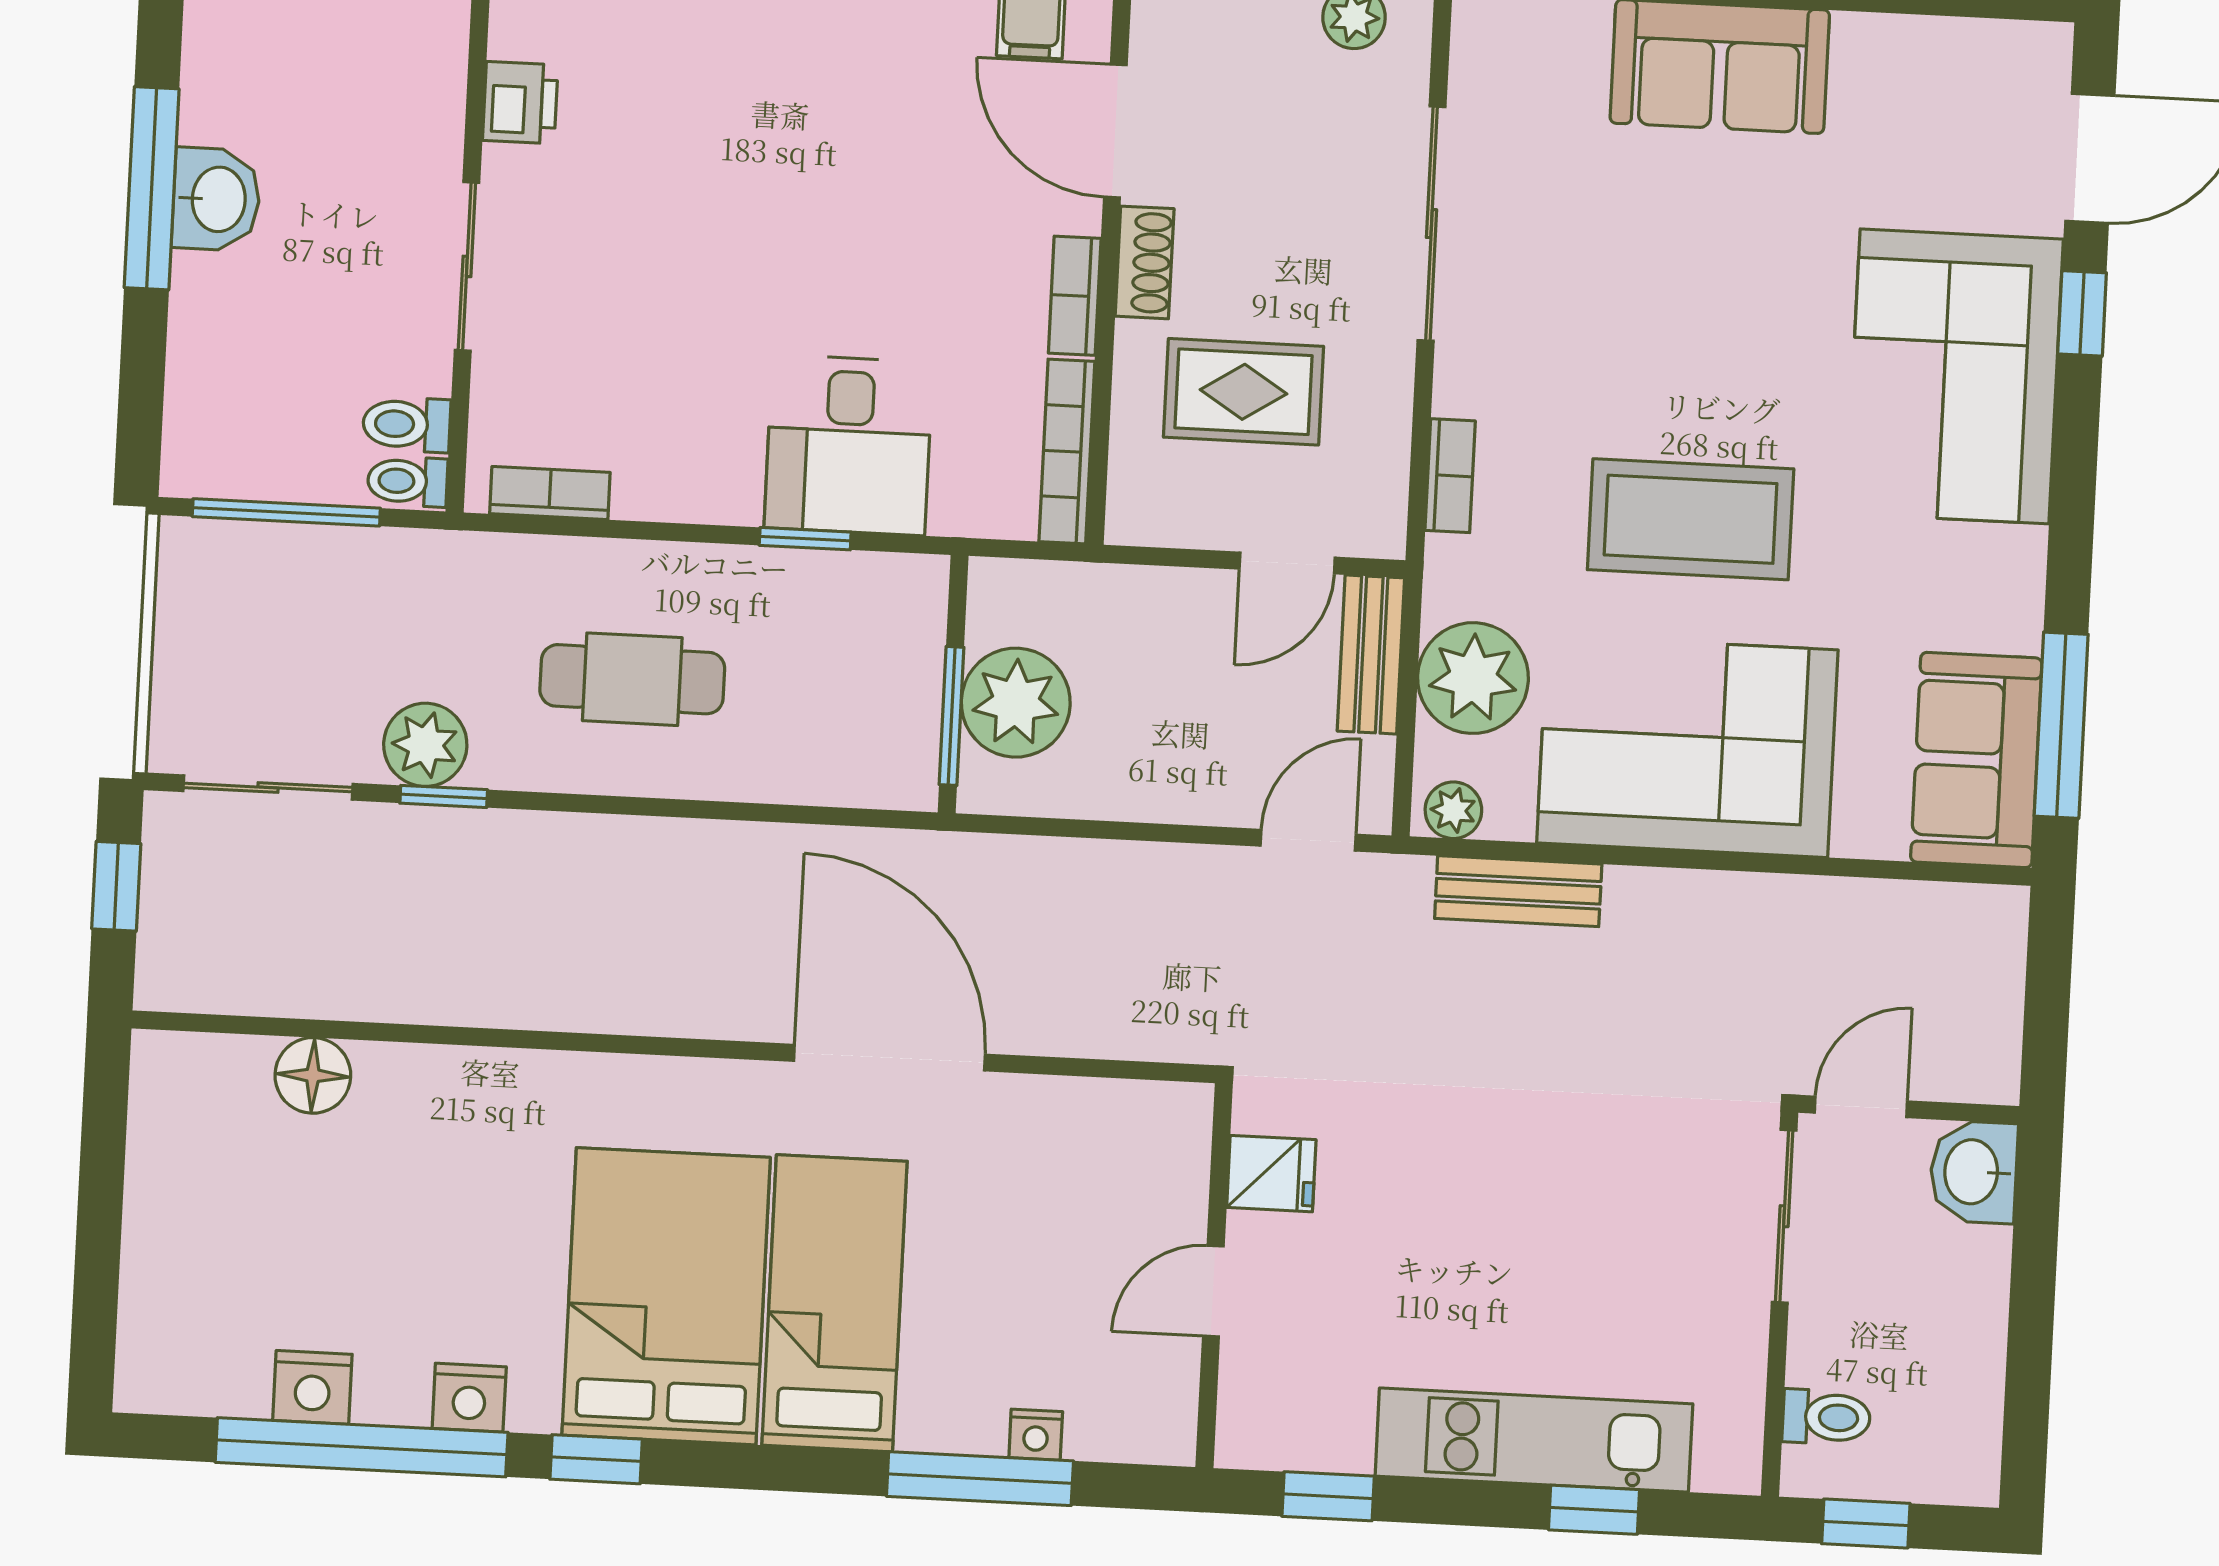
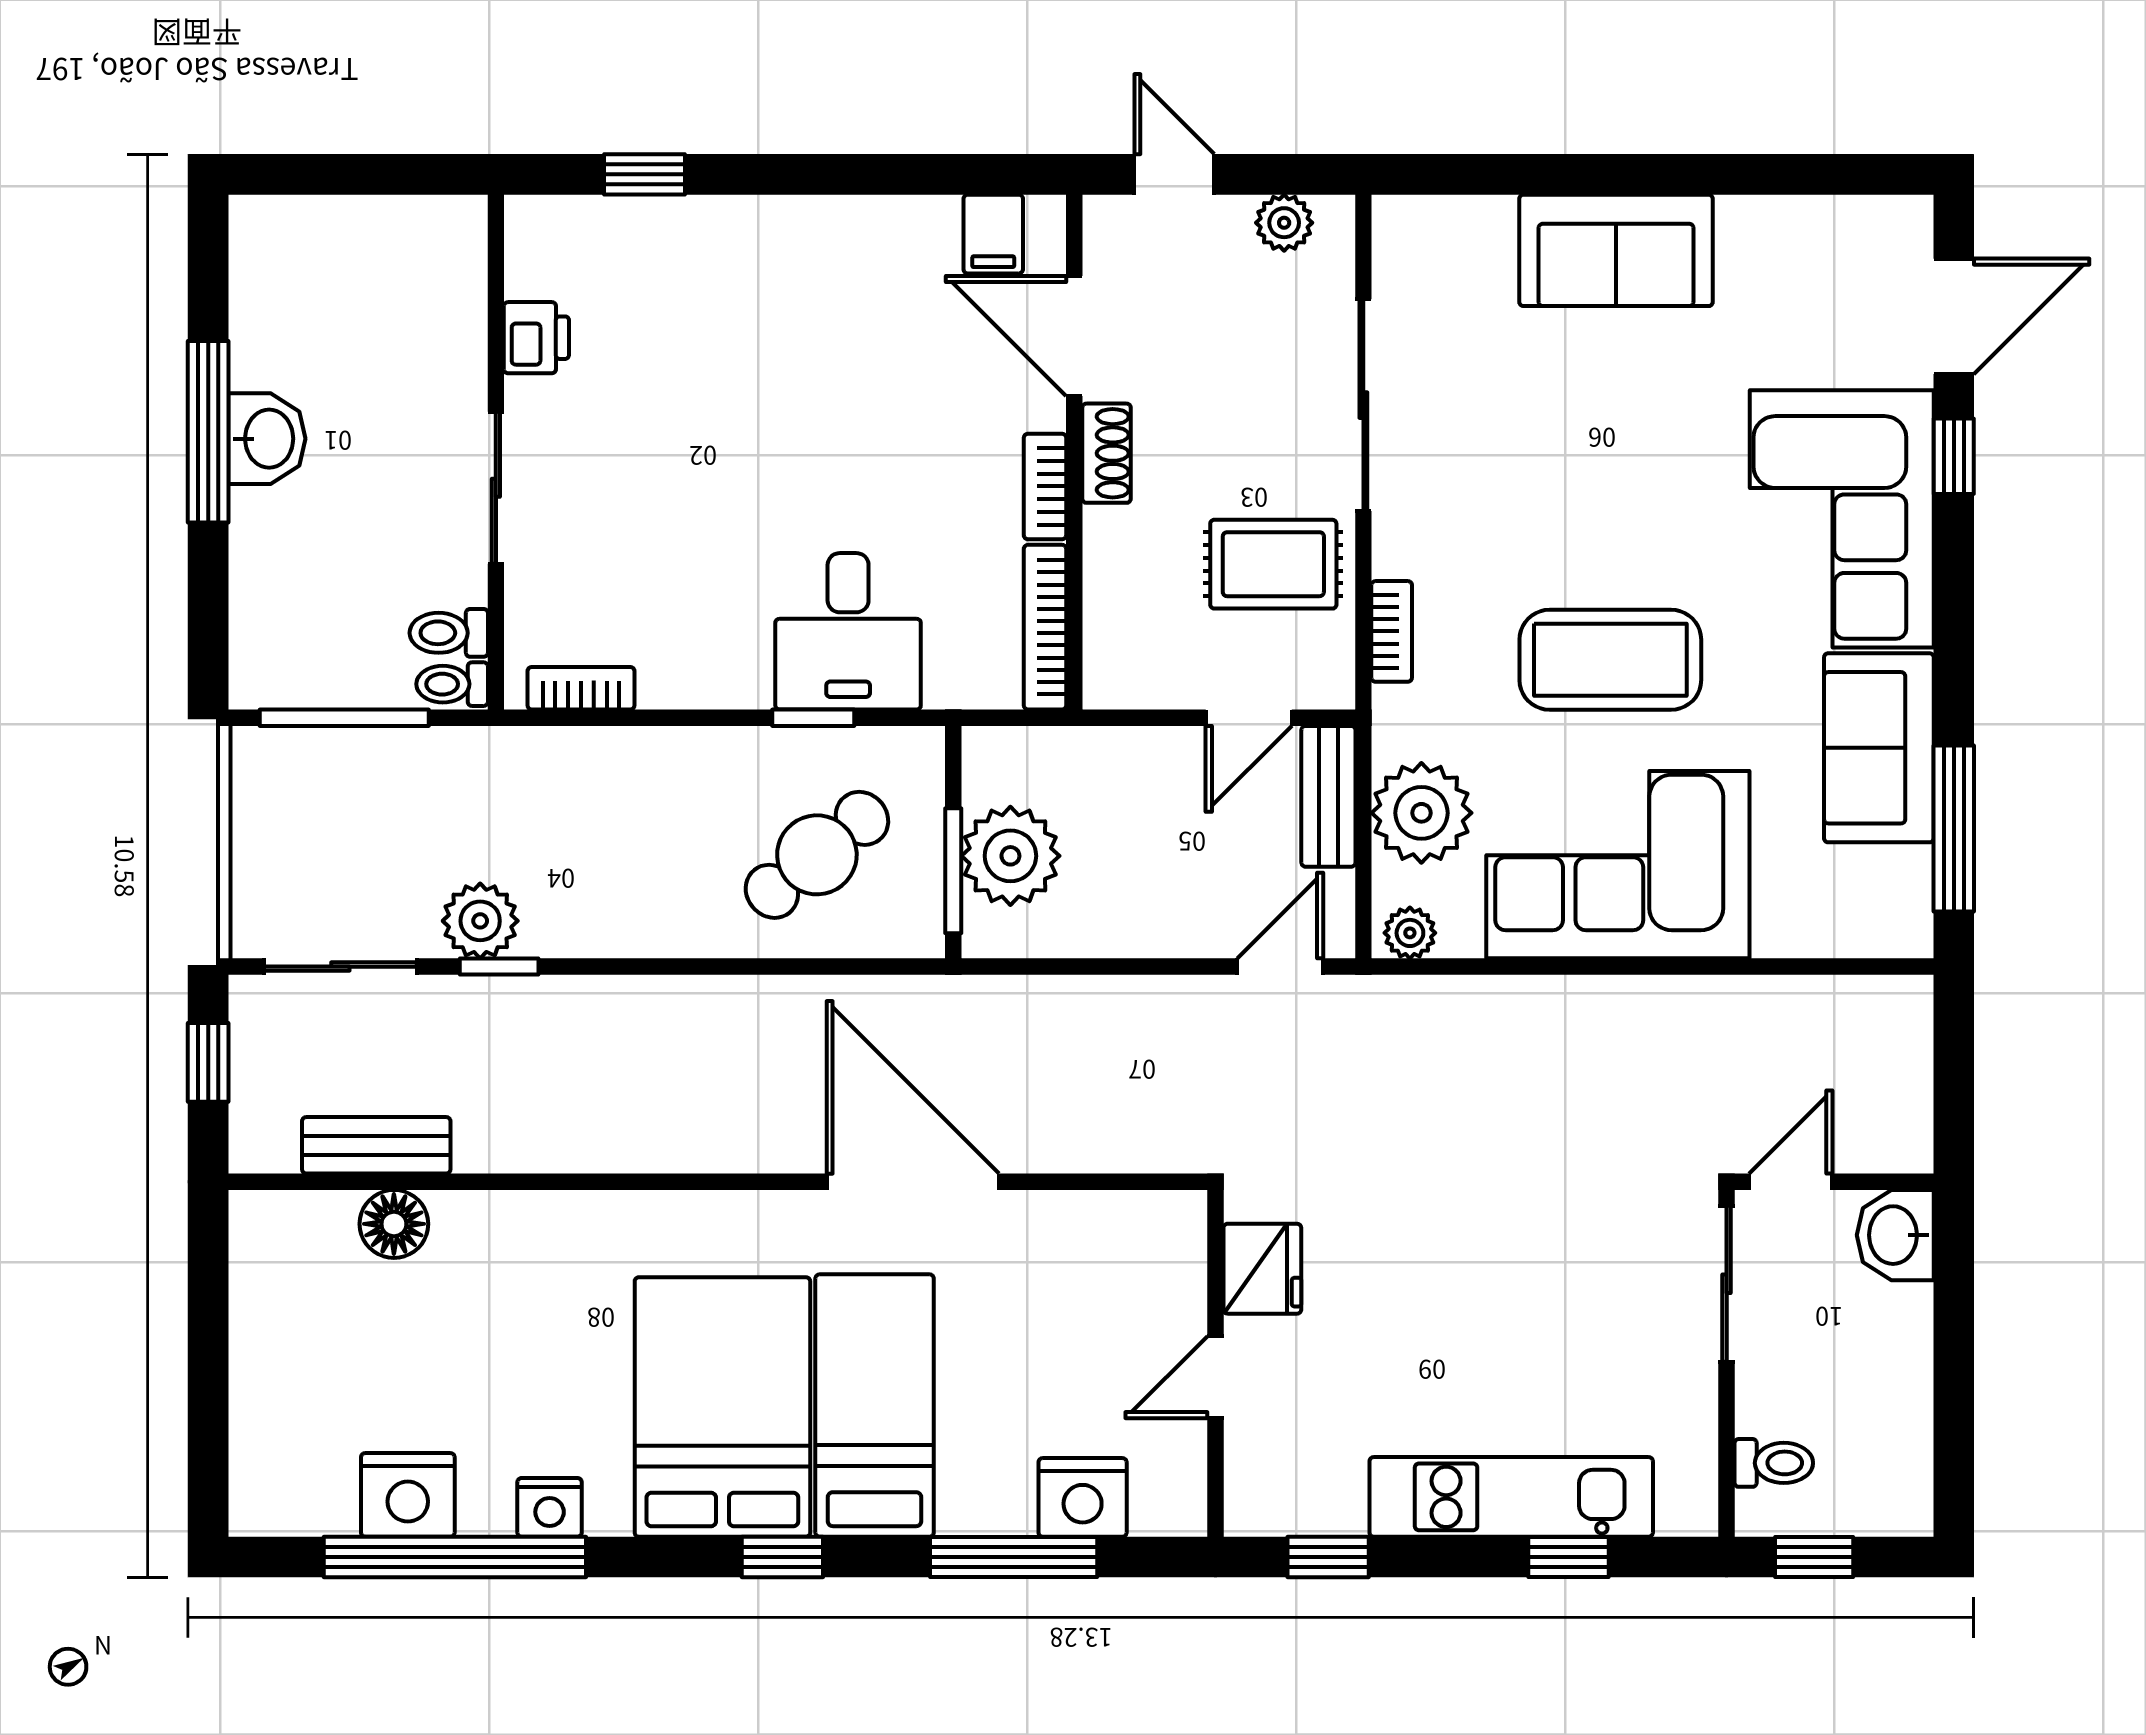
rug: (1244, 392) -> (1273, 564), moved
cafe table: (632, 679) -> (817, 855), moved, turned -39
sofa: (1976, 760) -> (1879, 748), moved
bench: (1518, 891) -> (376, 1145), moved
fridge: (1271, 1174) -> (1262, 1269), width x1.38
nightstand: (312, 1387) -> (408, 1495), width x1.36, depth x1.33
nightstand: (1036, 1435) -> (1083, 1497), width x1.89, depth x1.79
window: (596, 1459) -> (782, 1557), moved

